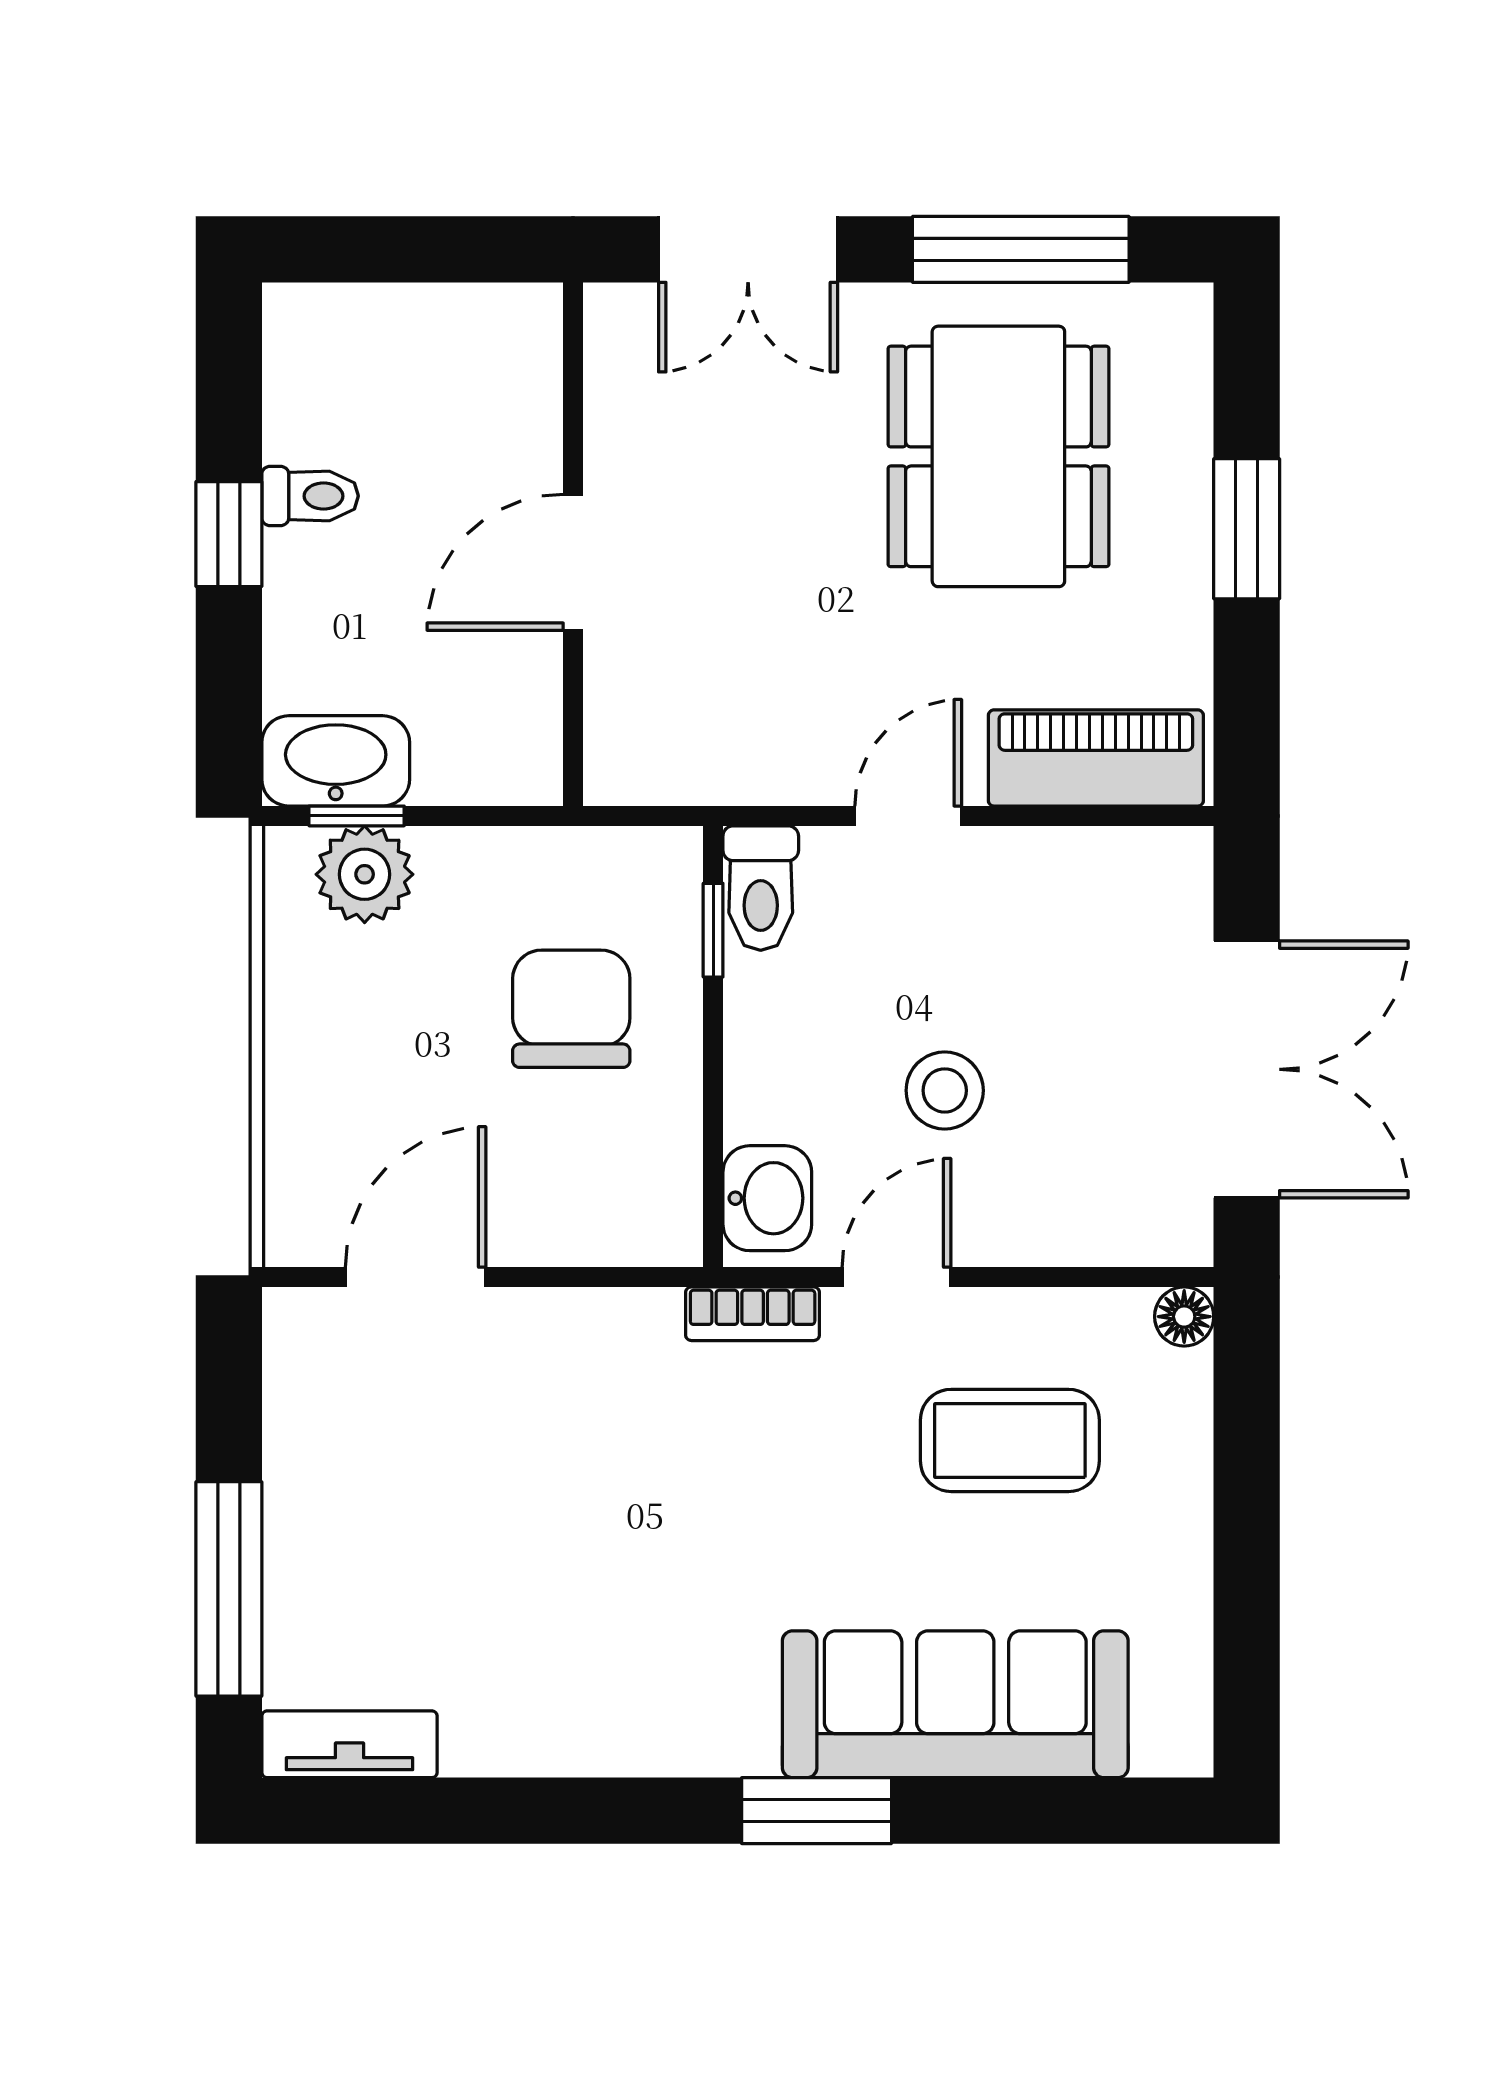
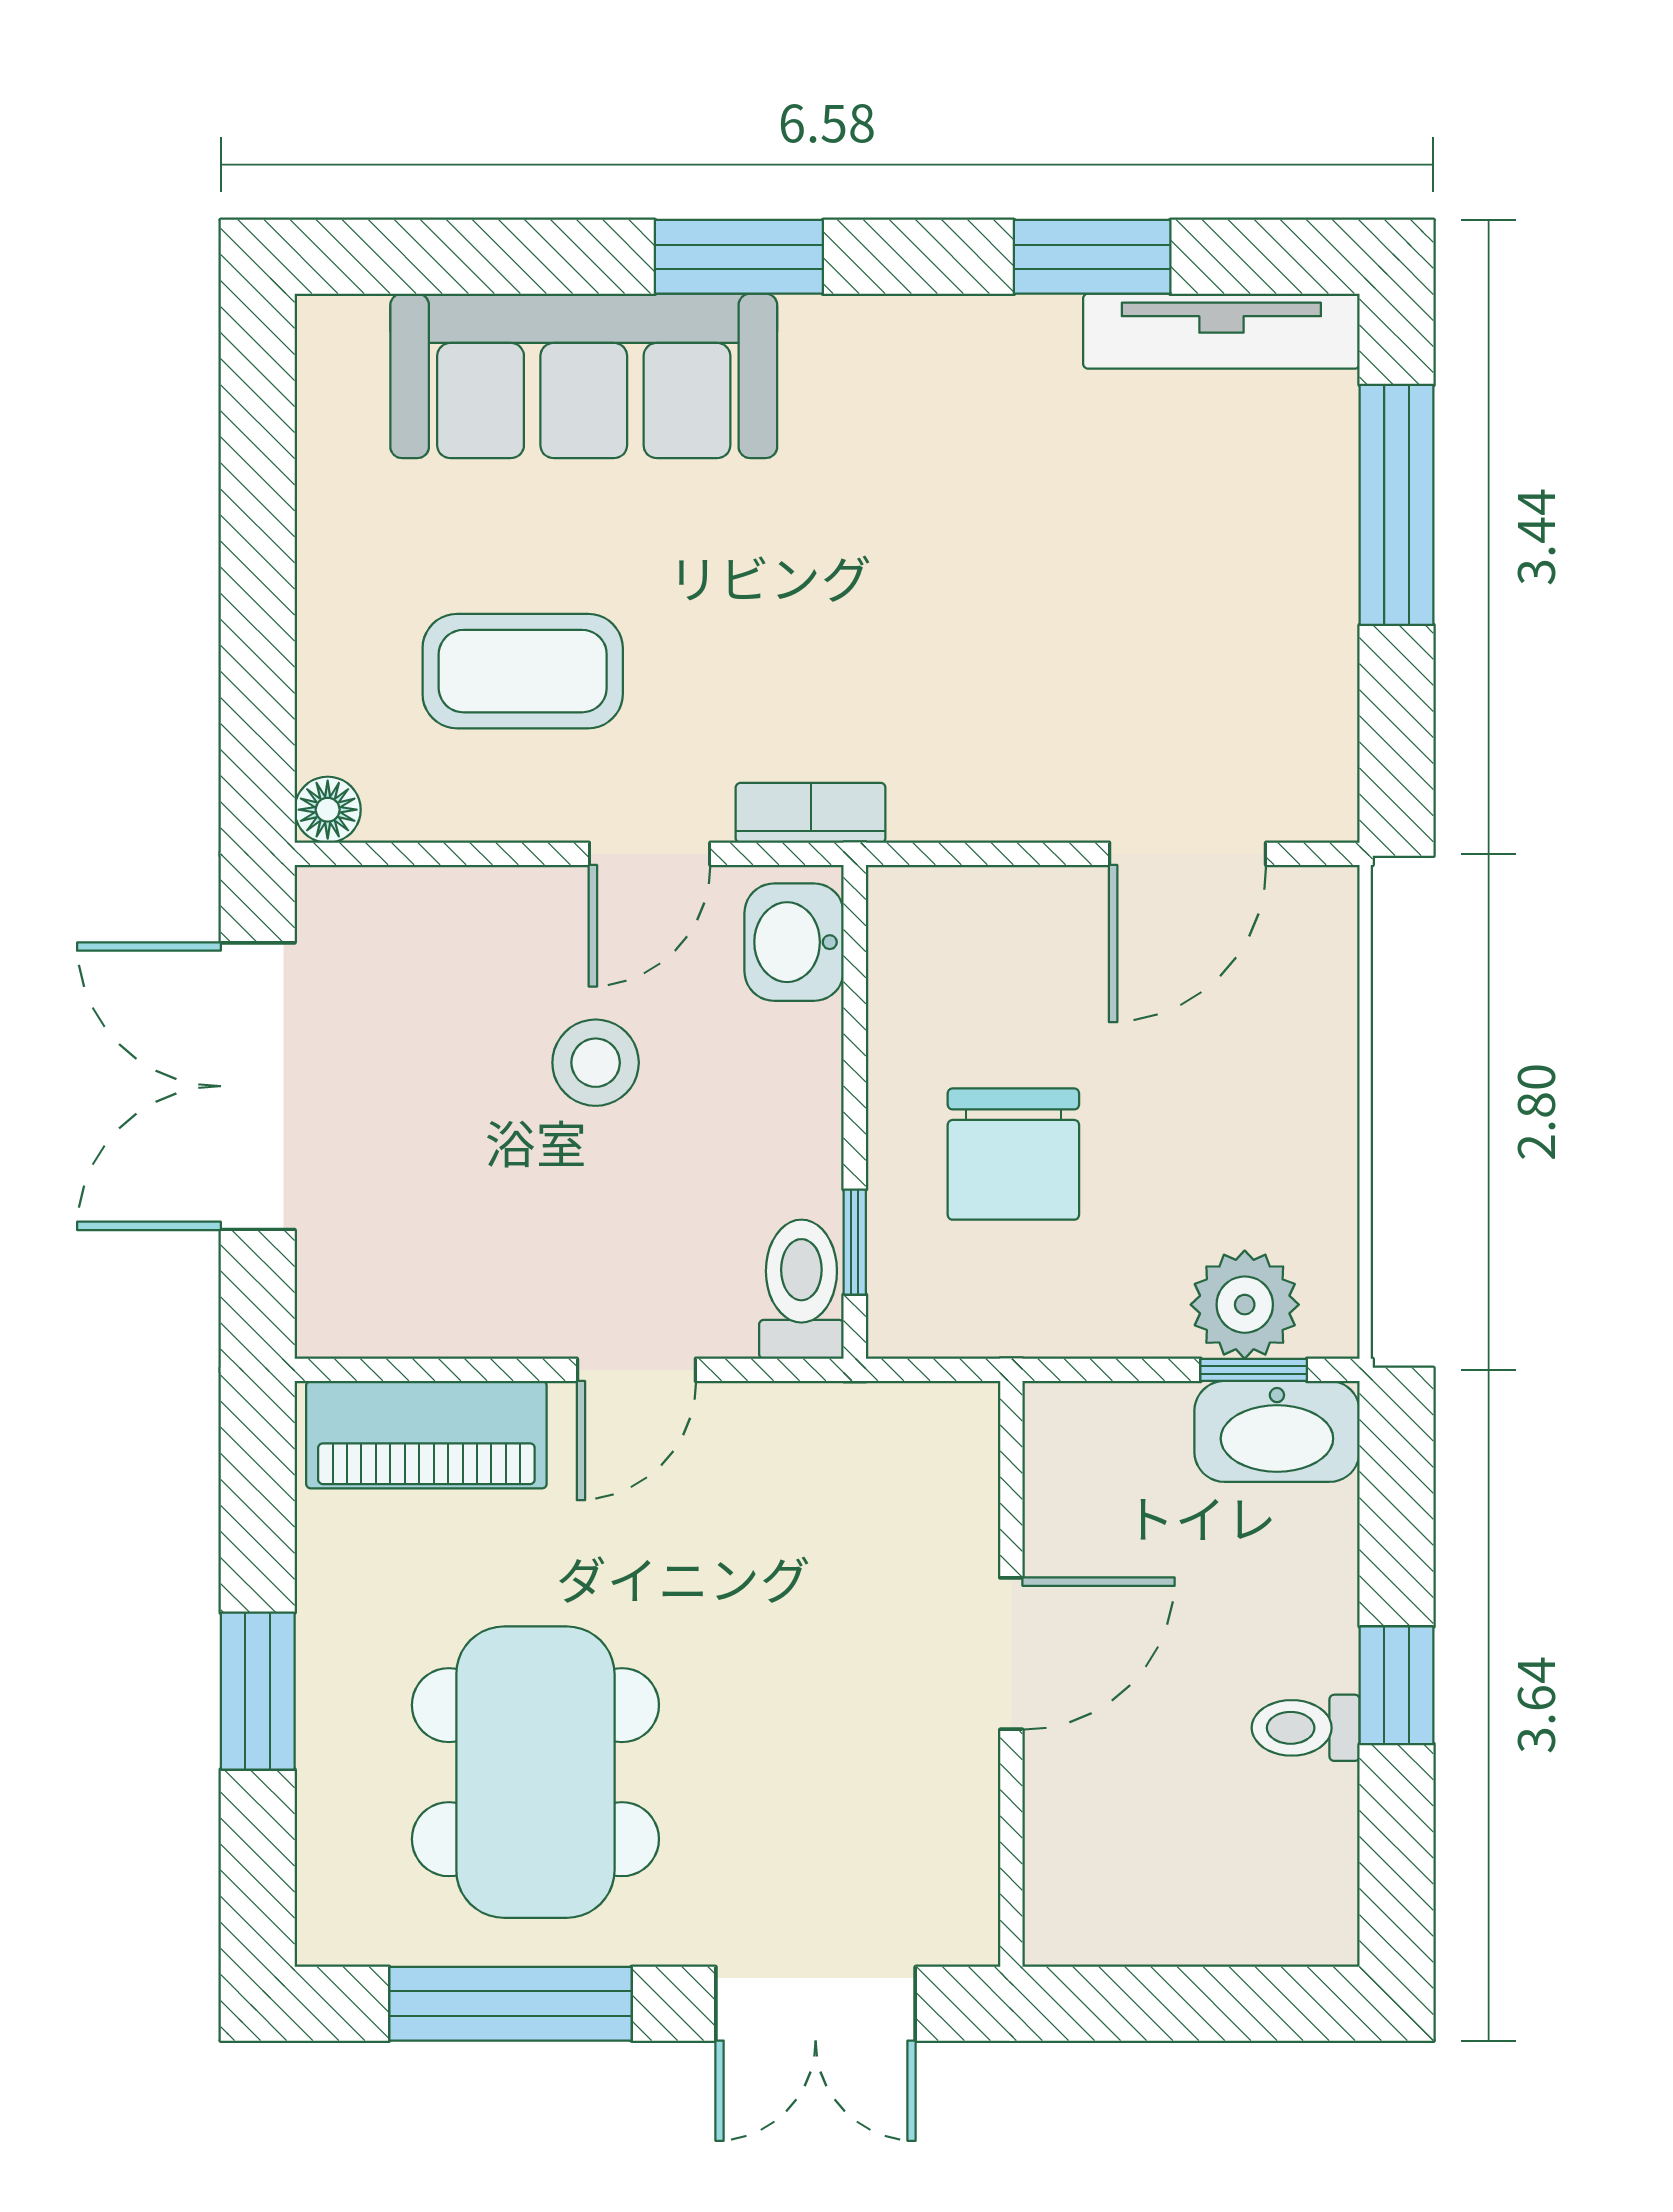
double door: (748, 249) -> (816, 2004), swing flipped
tv unit: (349, 1744) -> (1221, 331), width x1.41
window: (501, 1811) -> (1092, 257), added

